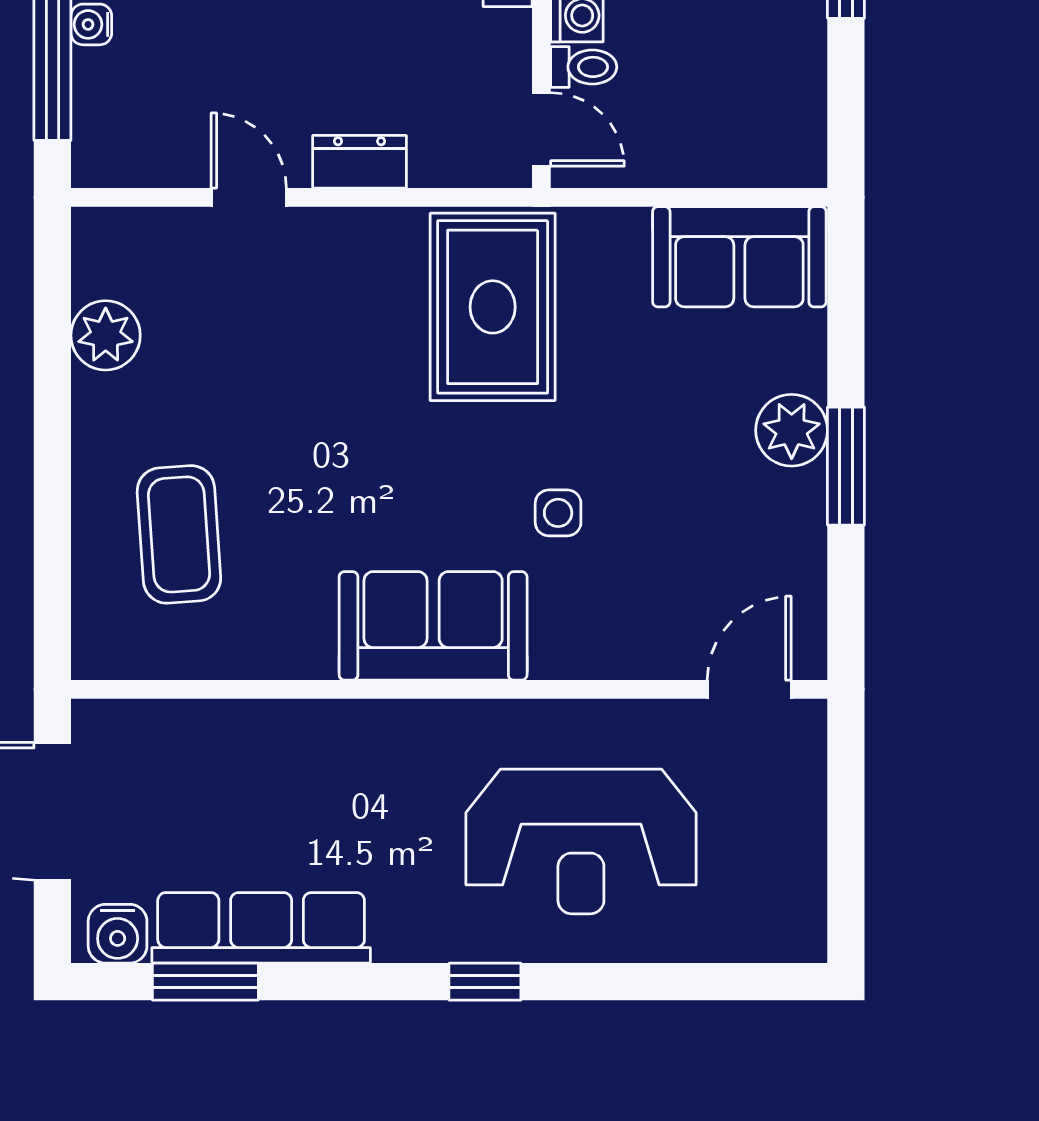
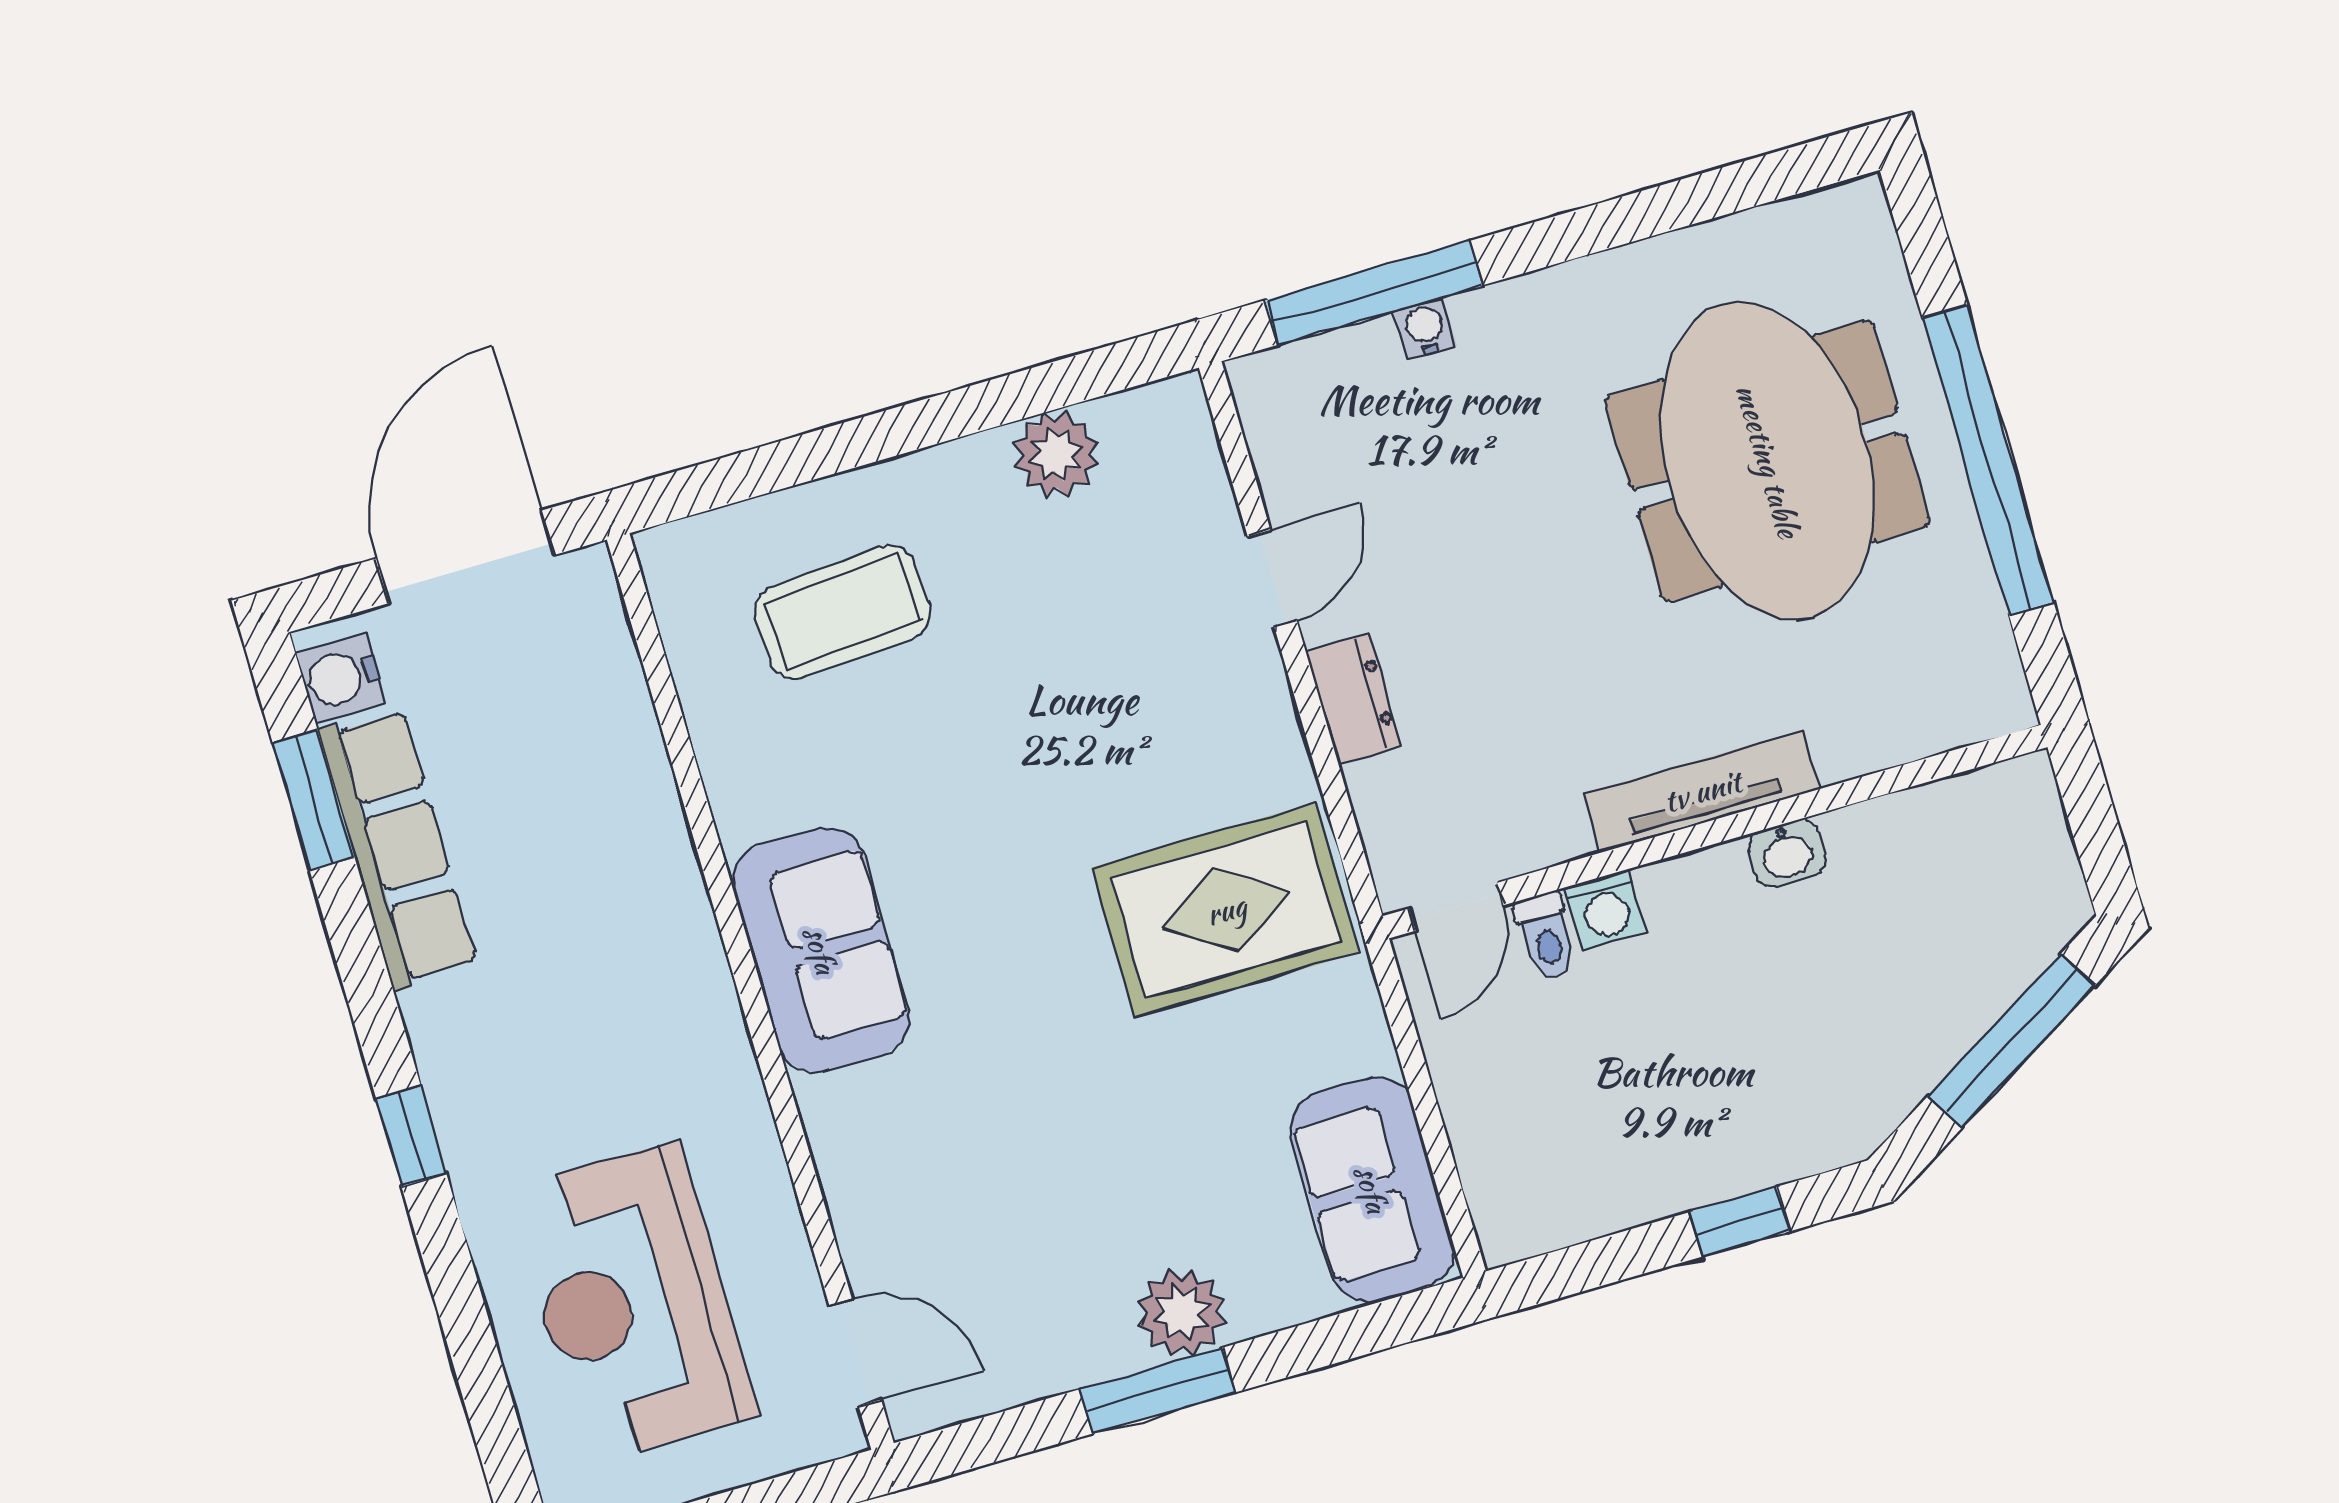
side table: (558, 513) -> (1001, 1061), removed
reception desk: (581, 841) -> (633, 1303), moved

